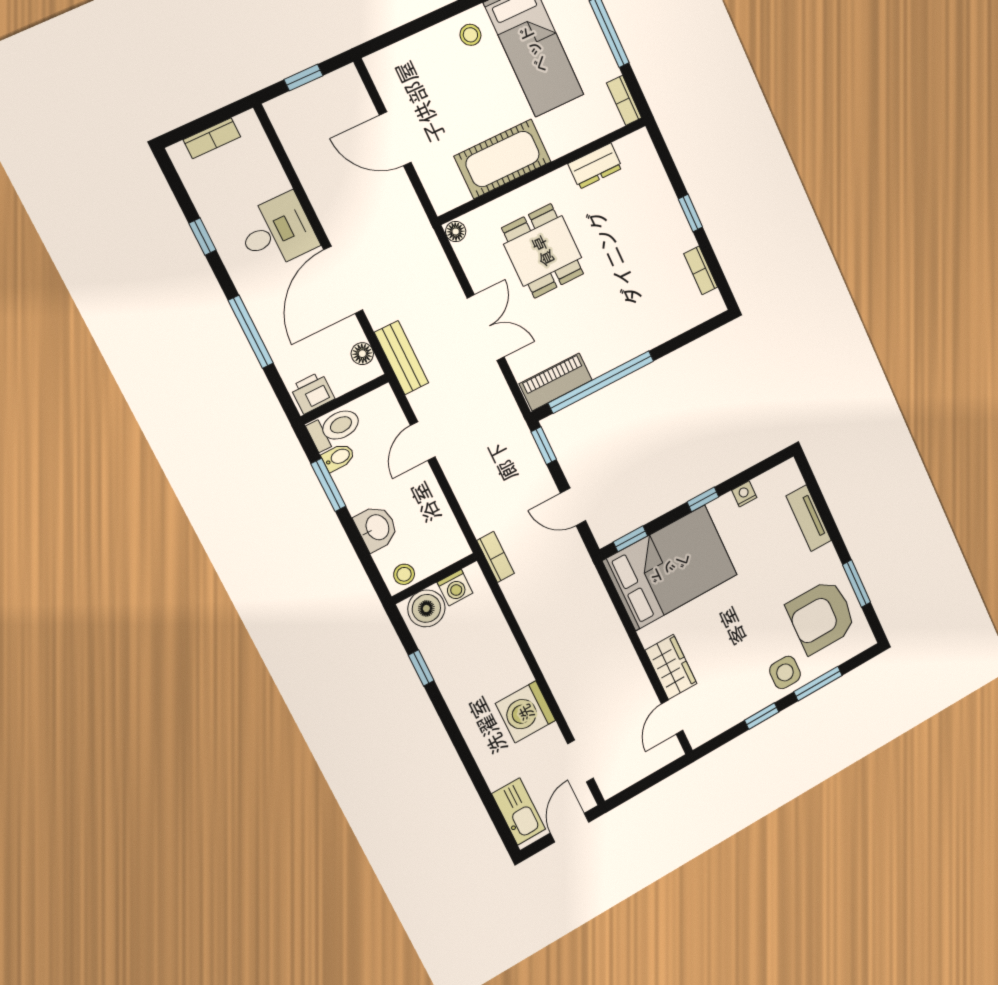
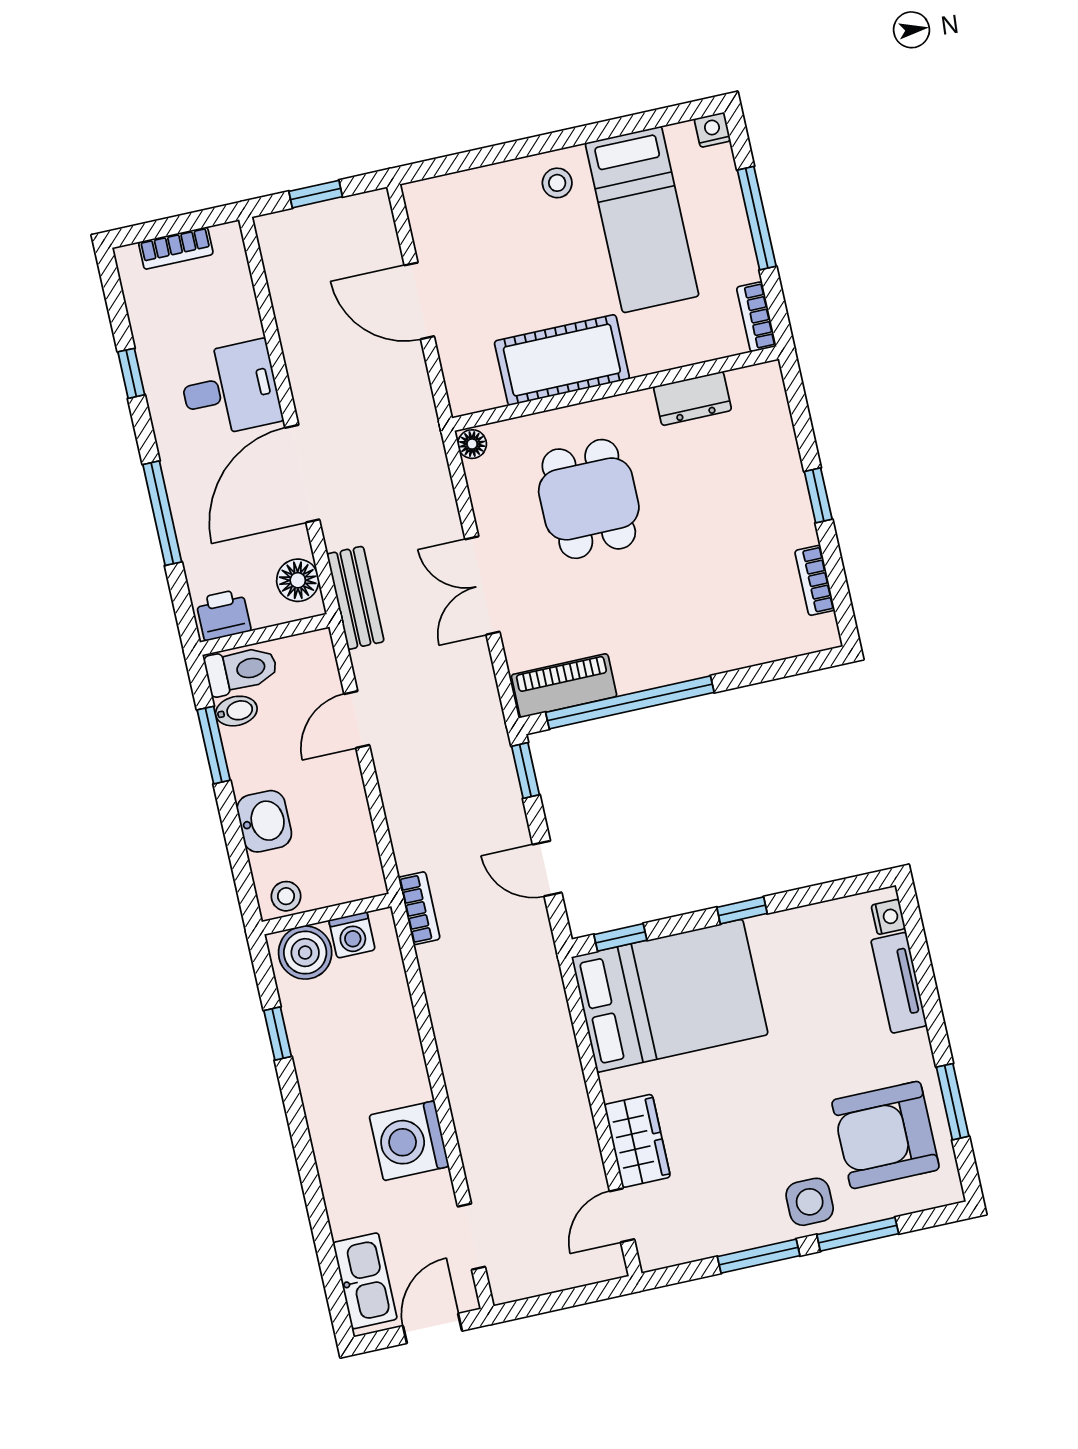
double door: (486, 328) -> (482, 586), swing flipped
floor lamp: (362, 354) -> (298, 580), width x1.37, depth x1.37
nightstand: (744, 494) -> (888, 917), moved, turned 90
window: (762, 716) -> (759, 1256), width x1.50

